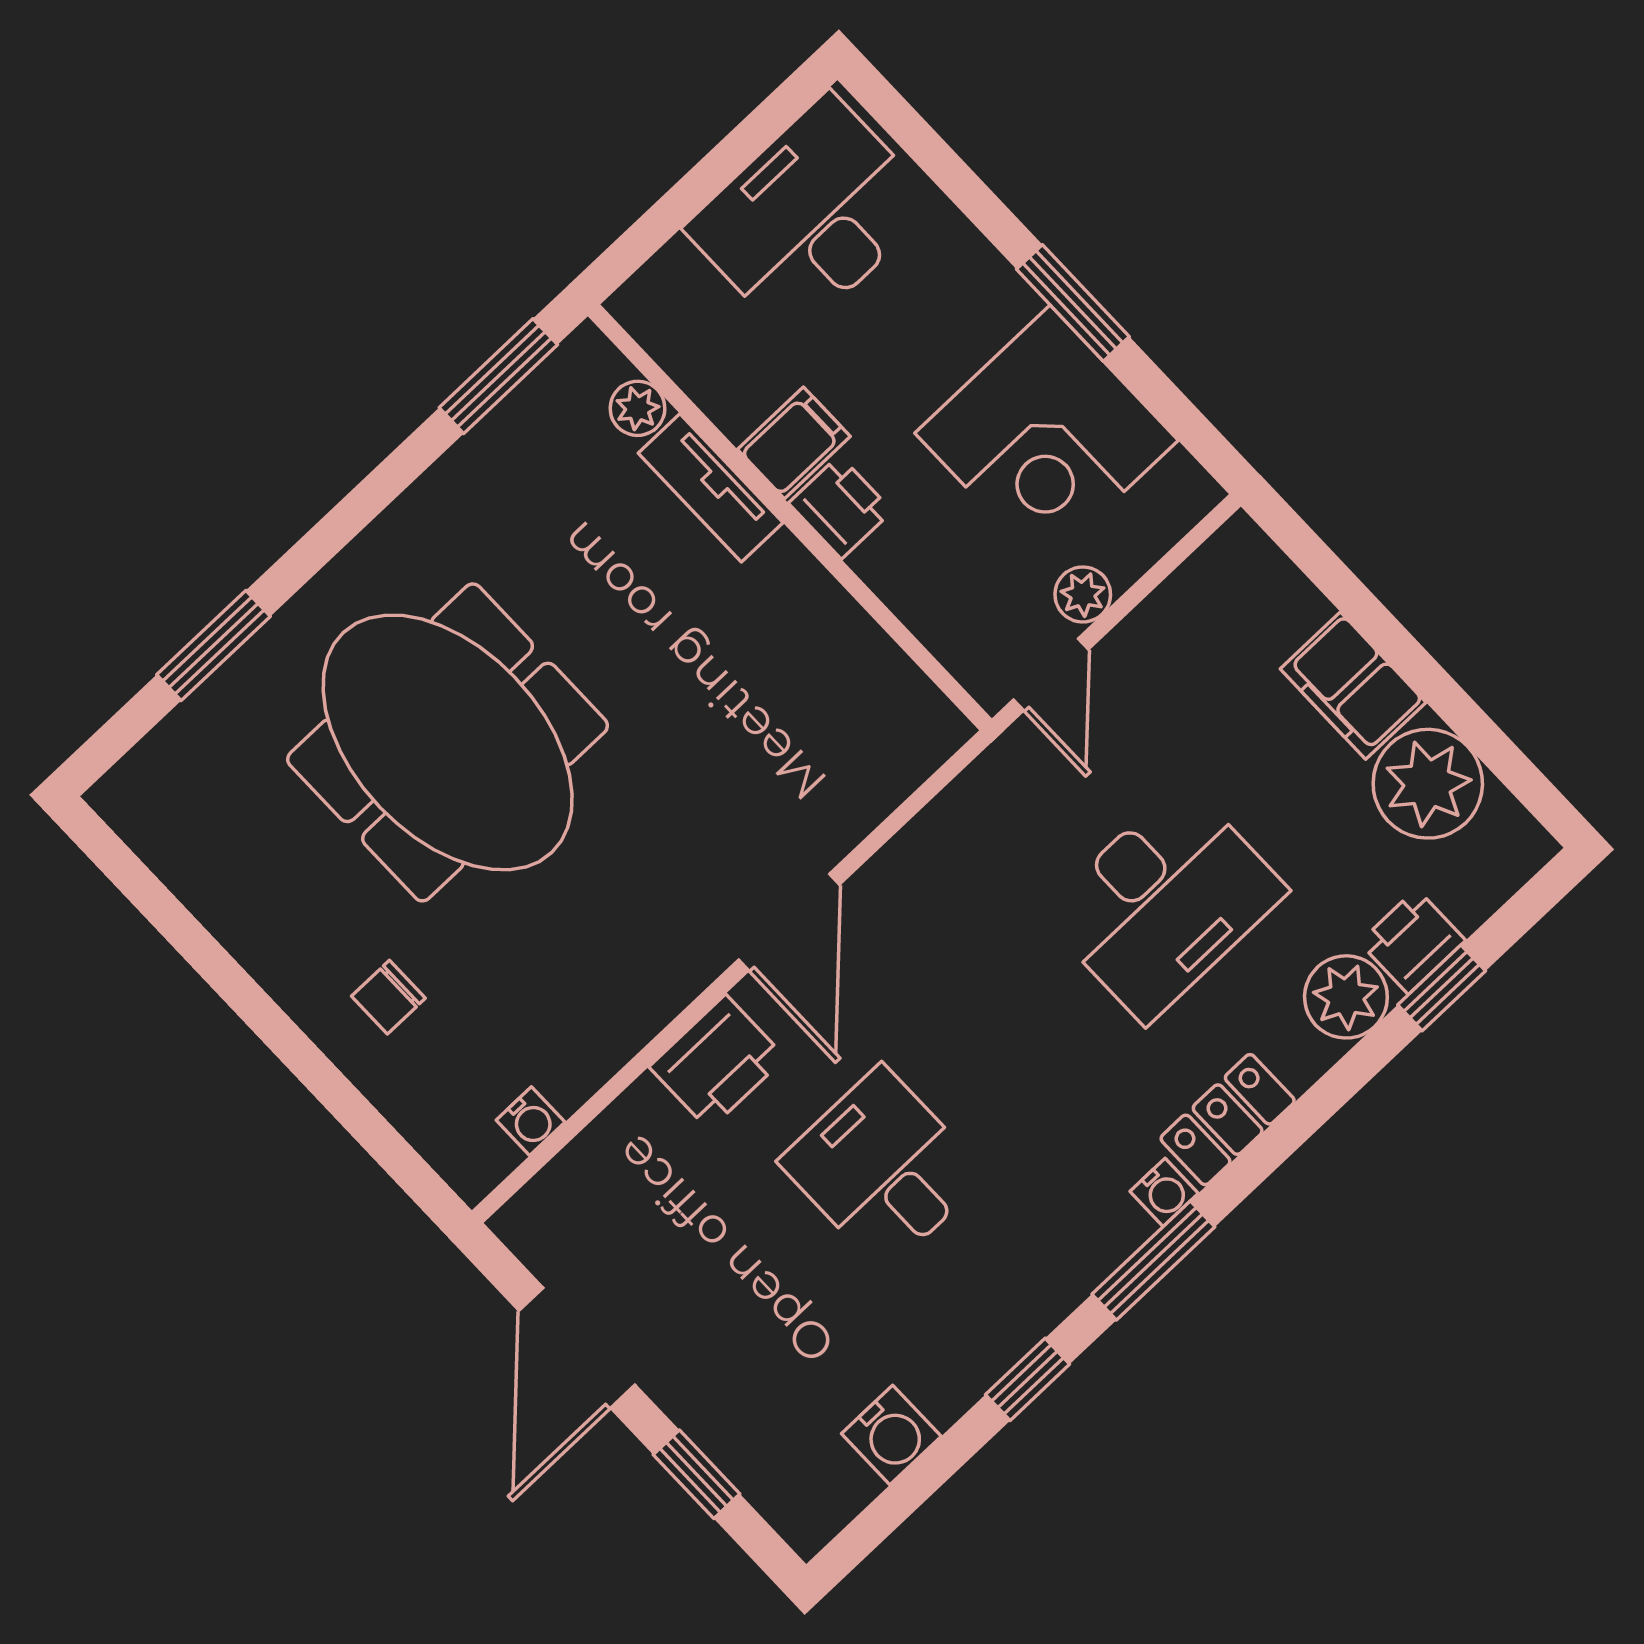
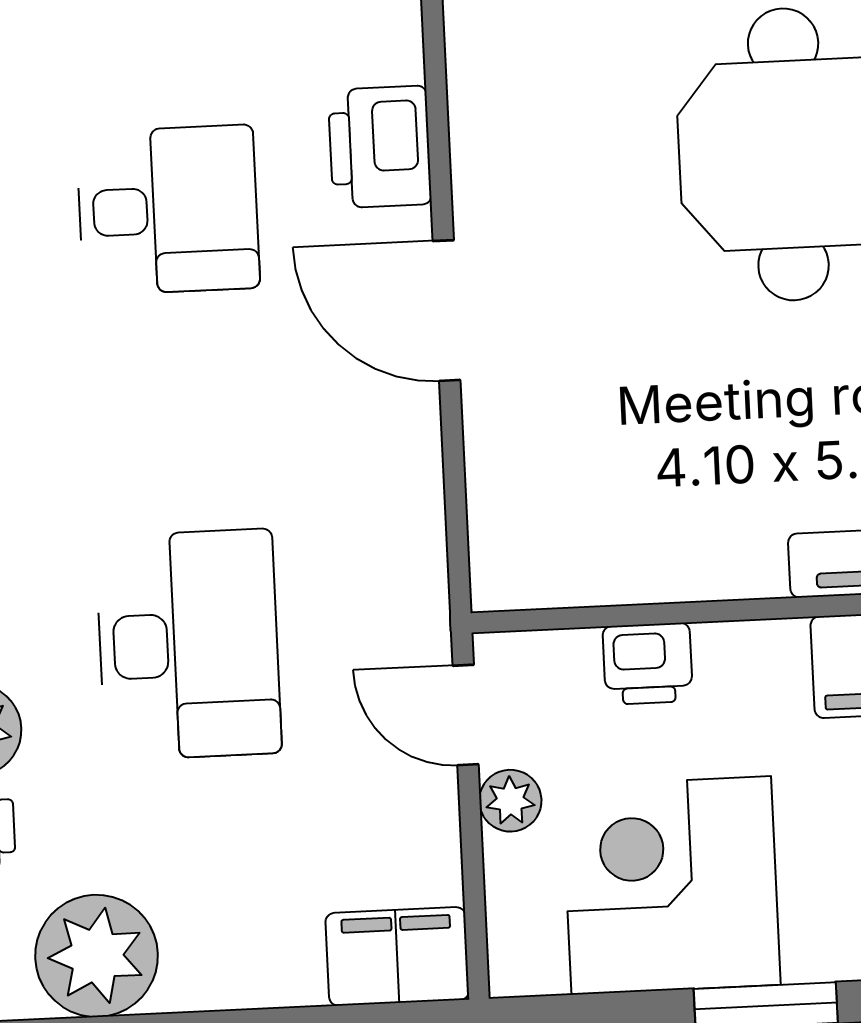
printer: (840, 507) -> (648, 664), moved
filing cabinet: (1353, 686) -> (397, 956), moved
desk: (1164, 902) -> (189, 645), turned 180

